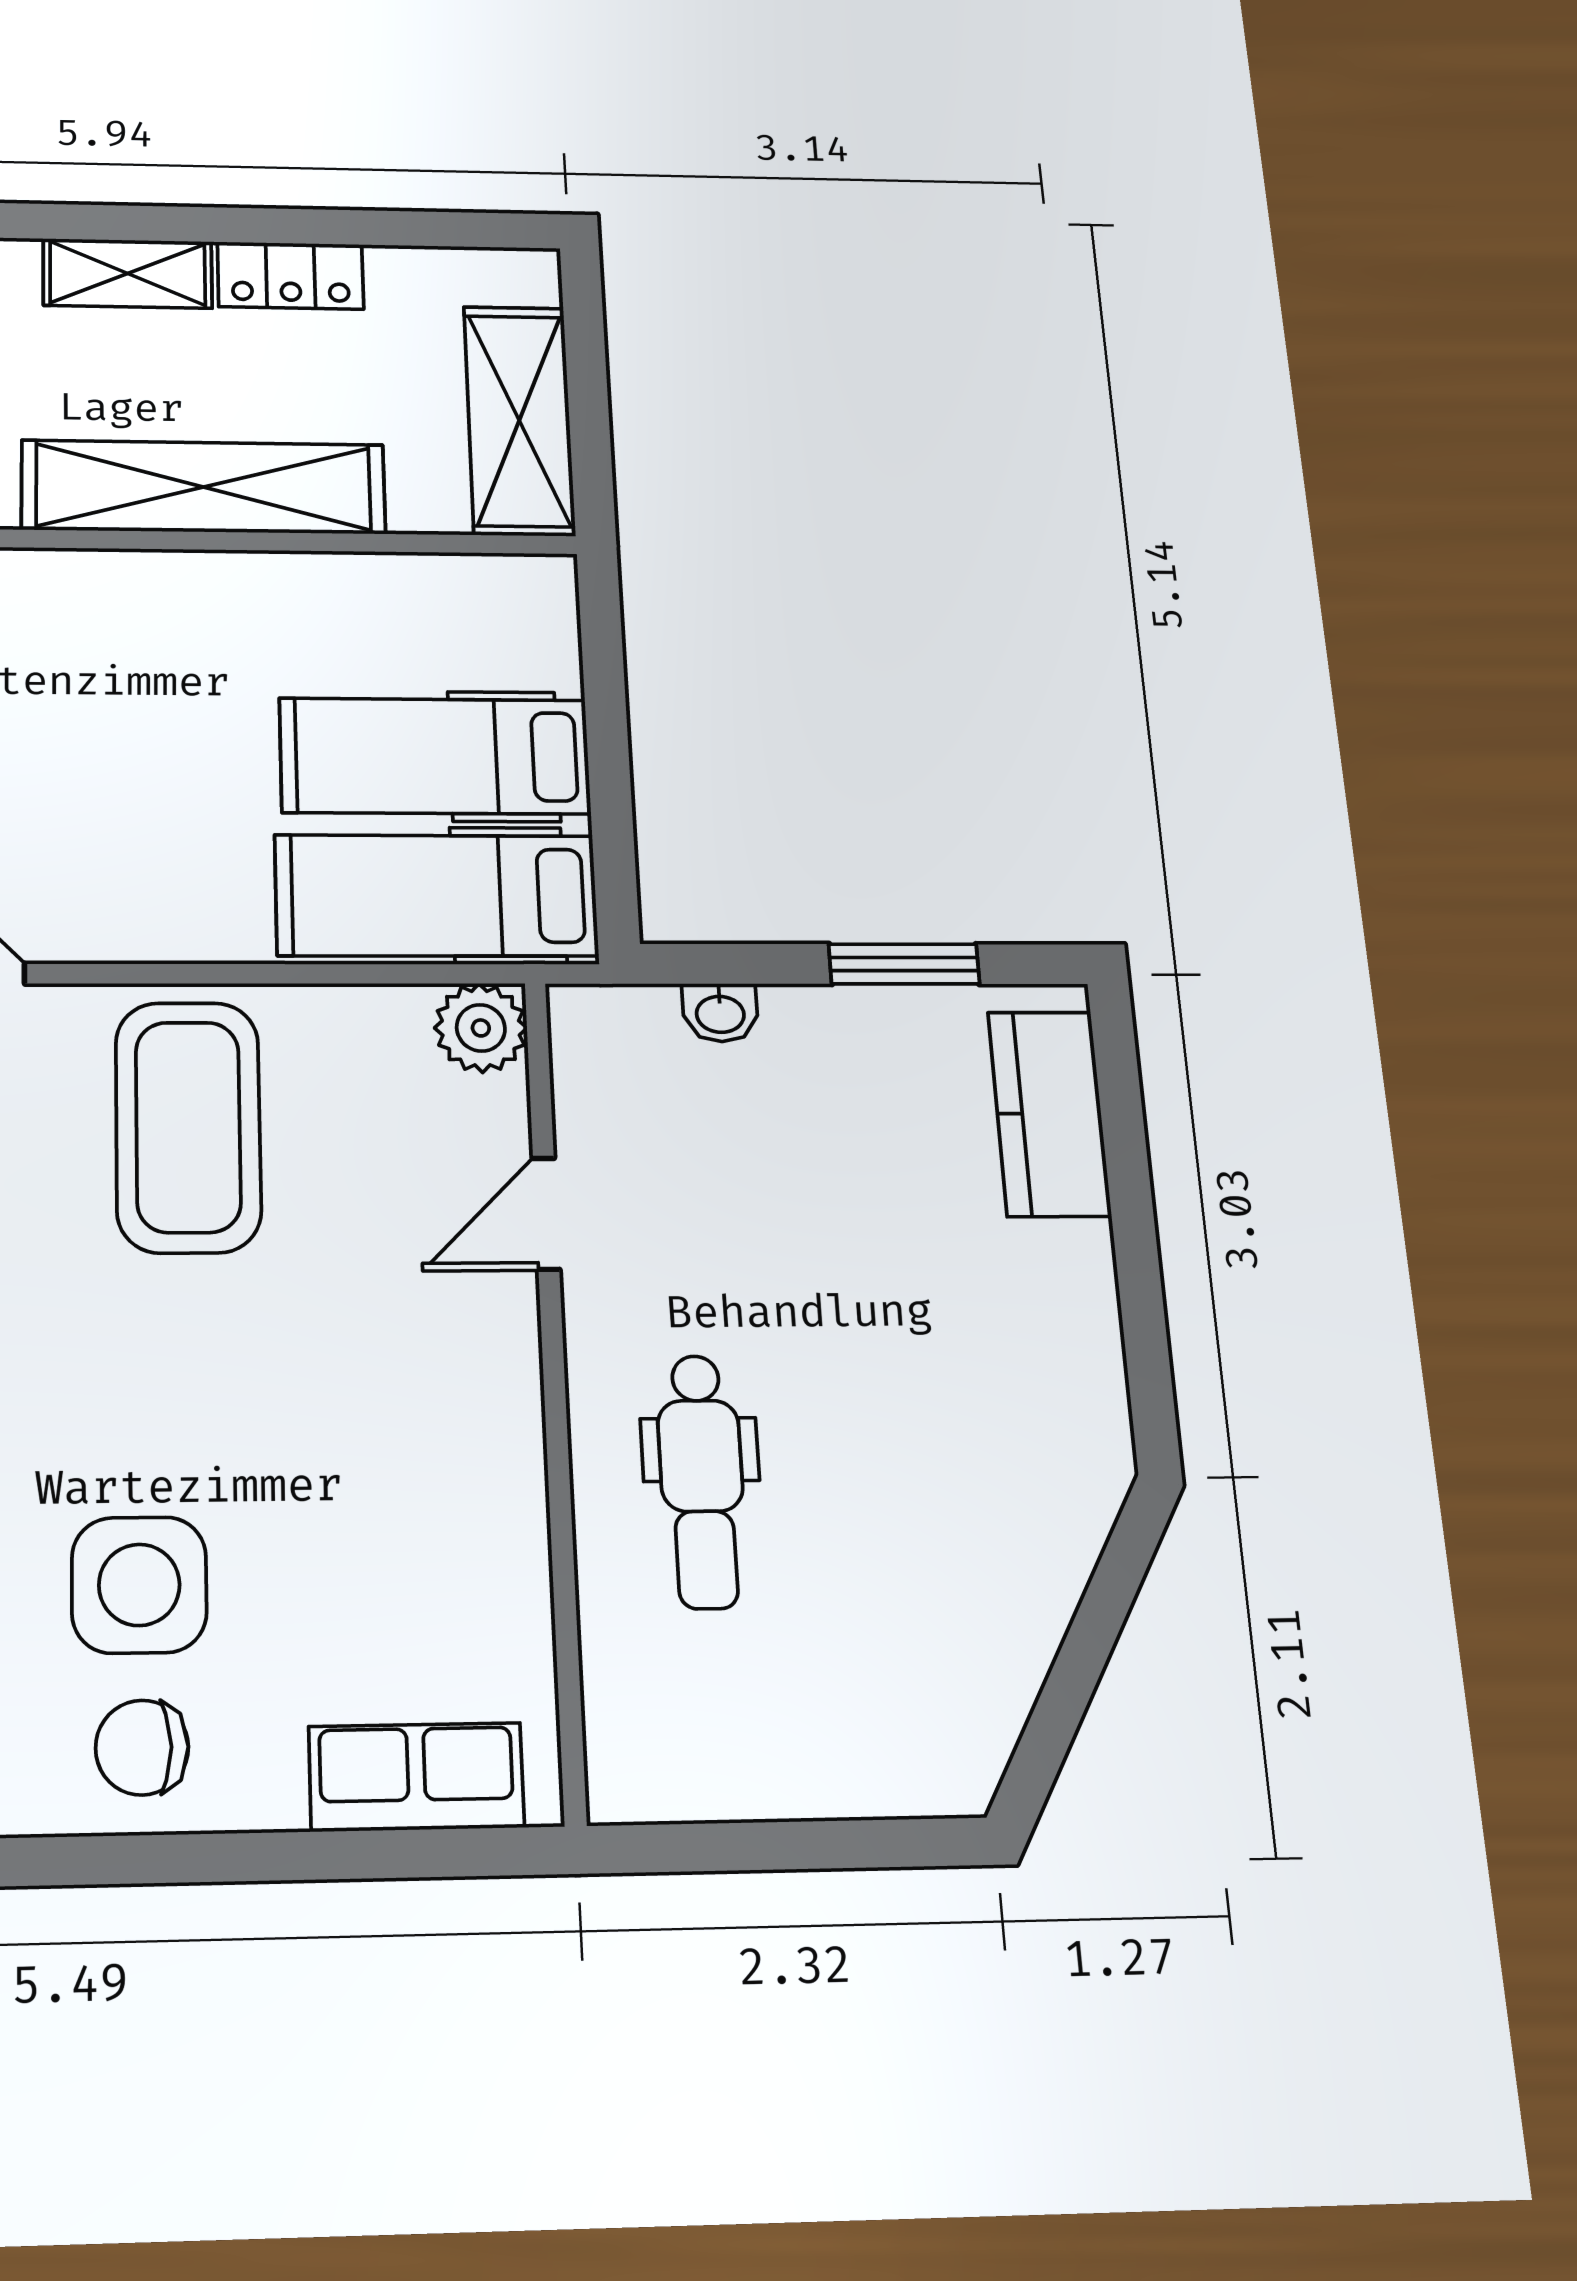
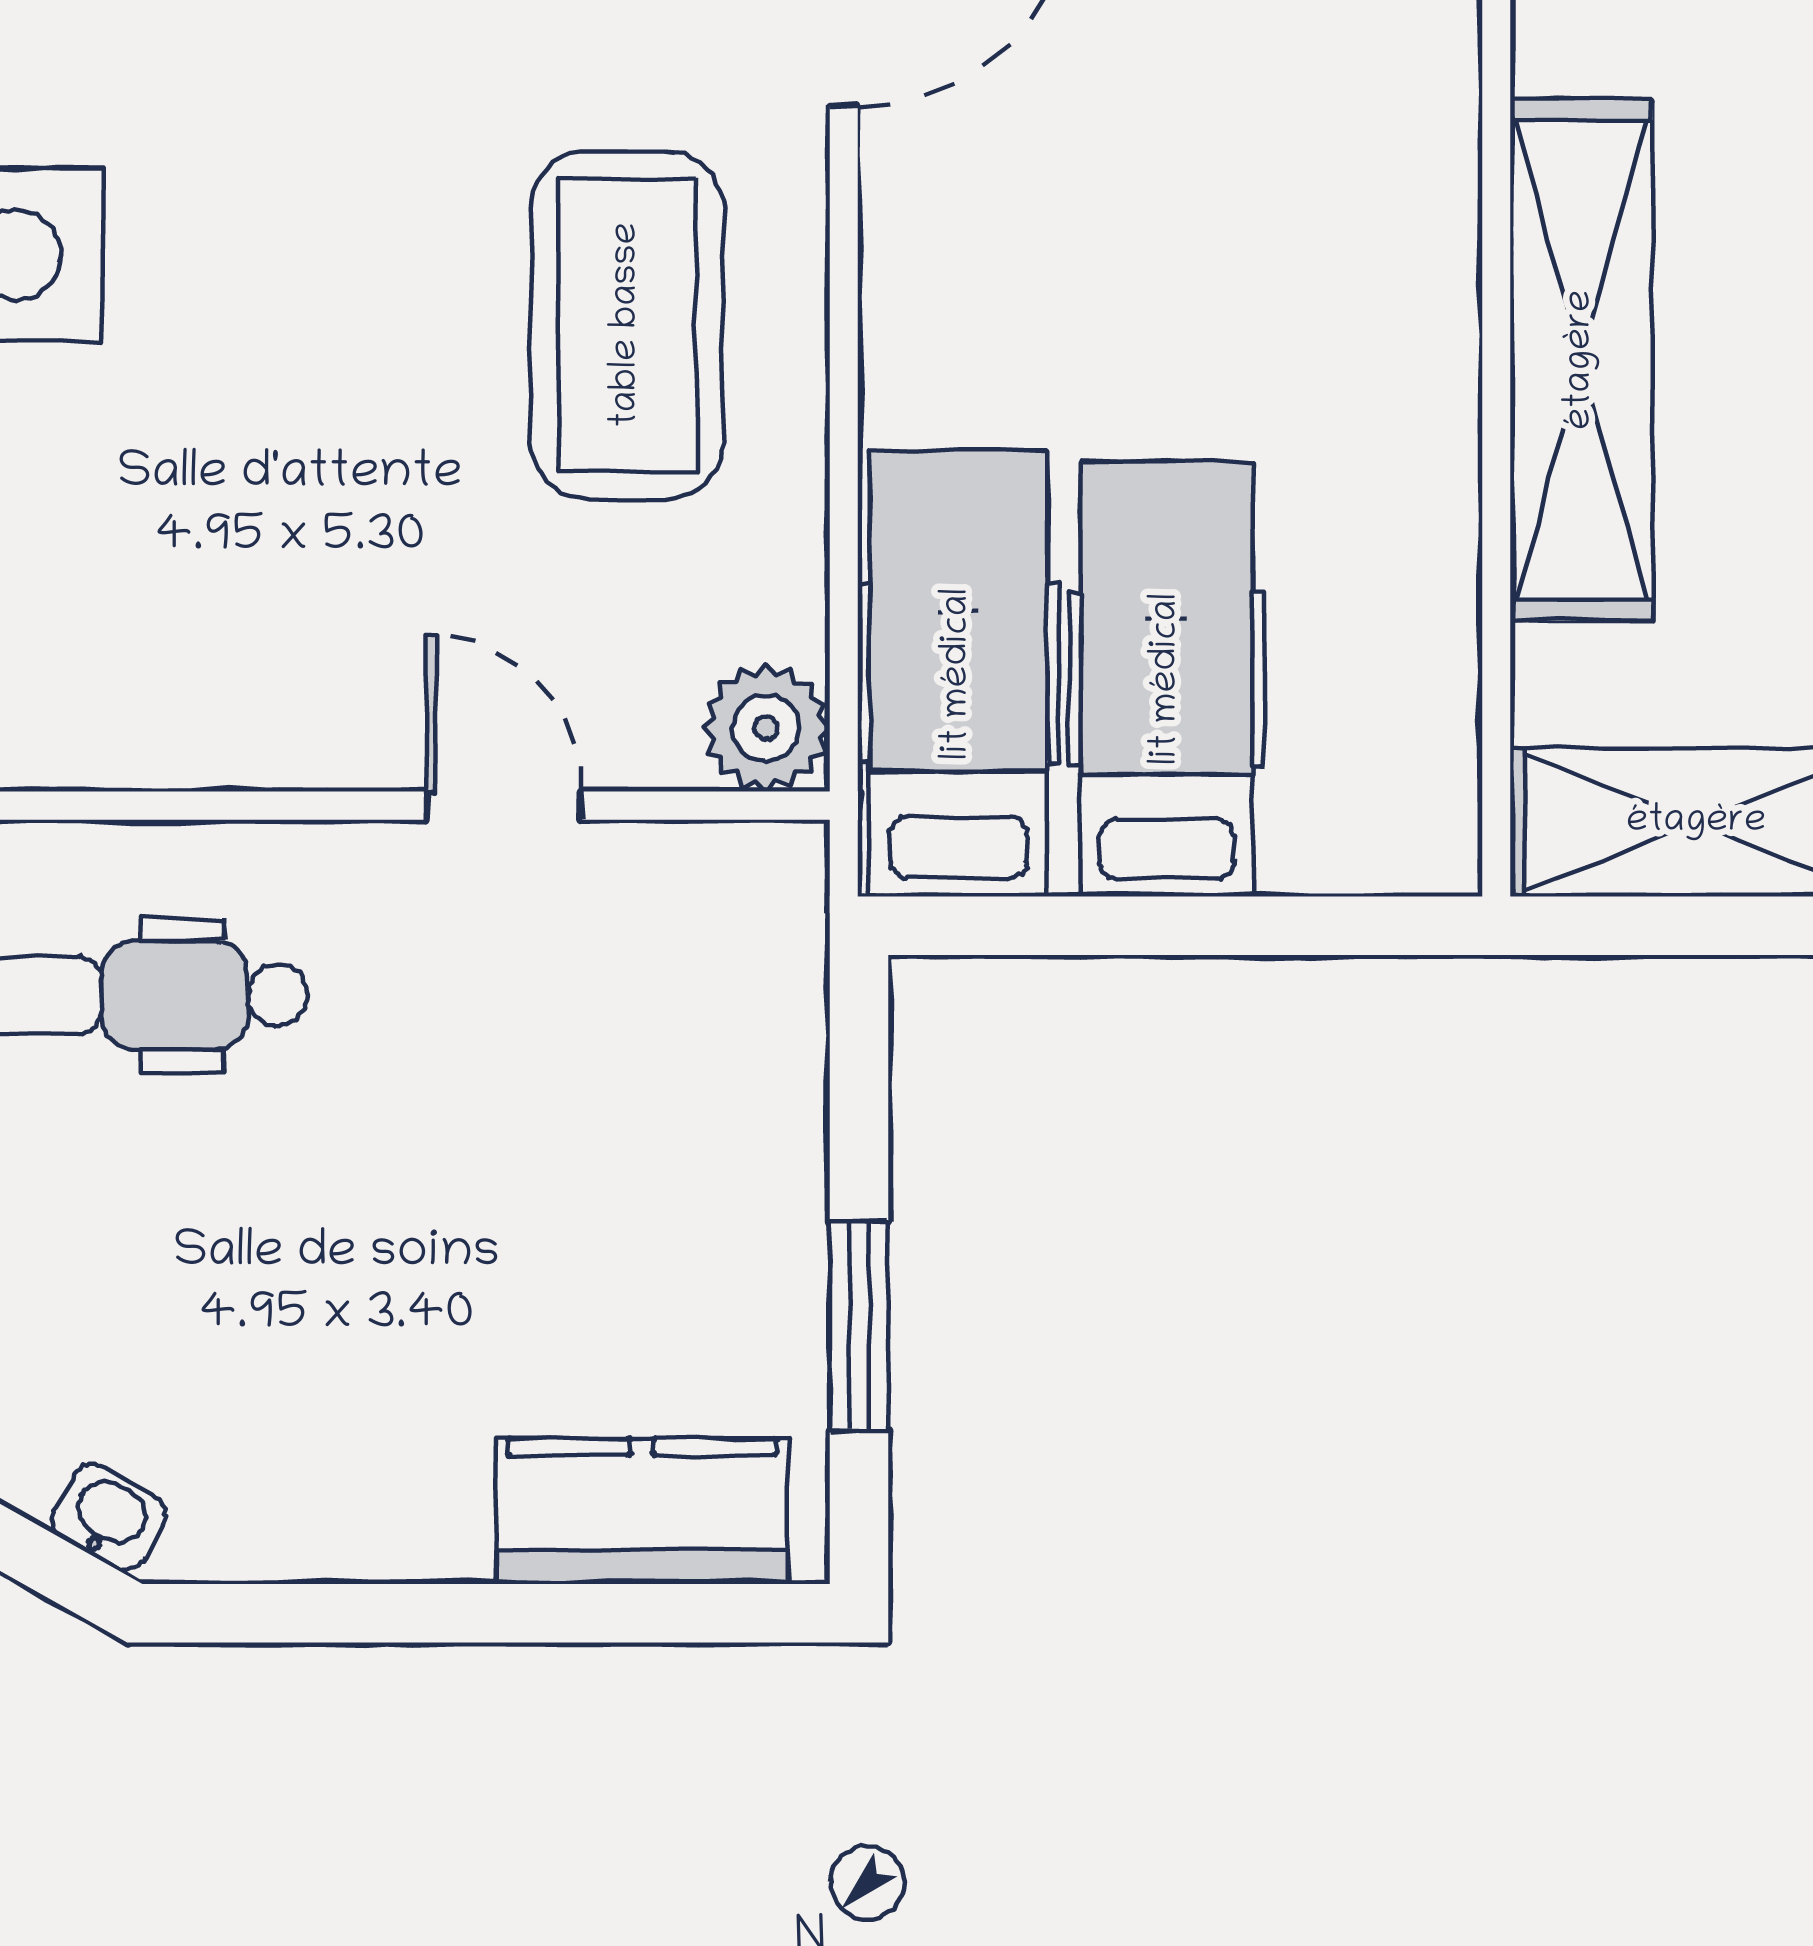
washbasin: (720, 1013) -> (109, 1517), moved, turned 119
coffee table: (188, 1127) -> (627, 325), turned 90

